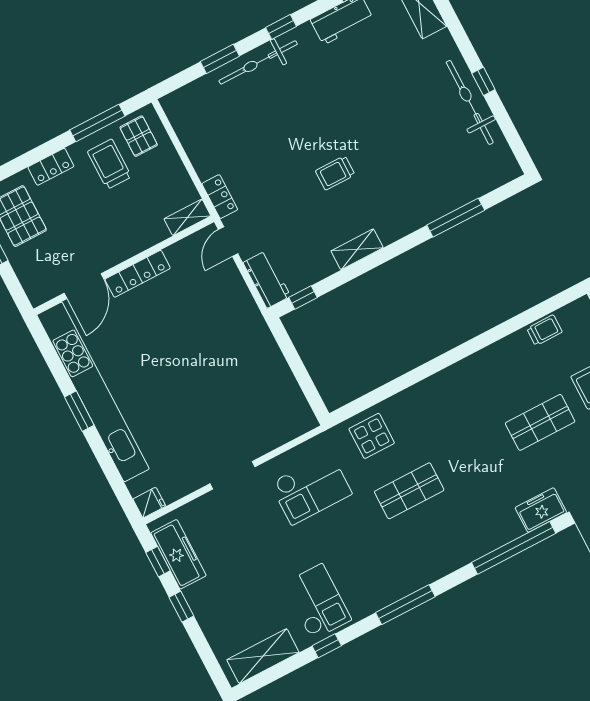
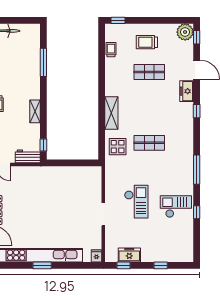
shop shelf: (540, 422) -> (149, 72), turned 90
checkout: (311, 488) -> (136, 202), moved
shop shelf: (409, 491) -> (149, 143), turned 90
window: (514, 548) -> (197, 111), width x0.32
freezer: (178, 554) -> (129, 255), width x0.71
window: (181, 607) -> (161, 265), moved
shelving: (263, 656) -> (111, 113), moved

